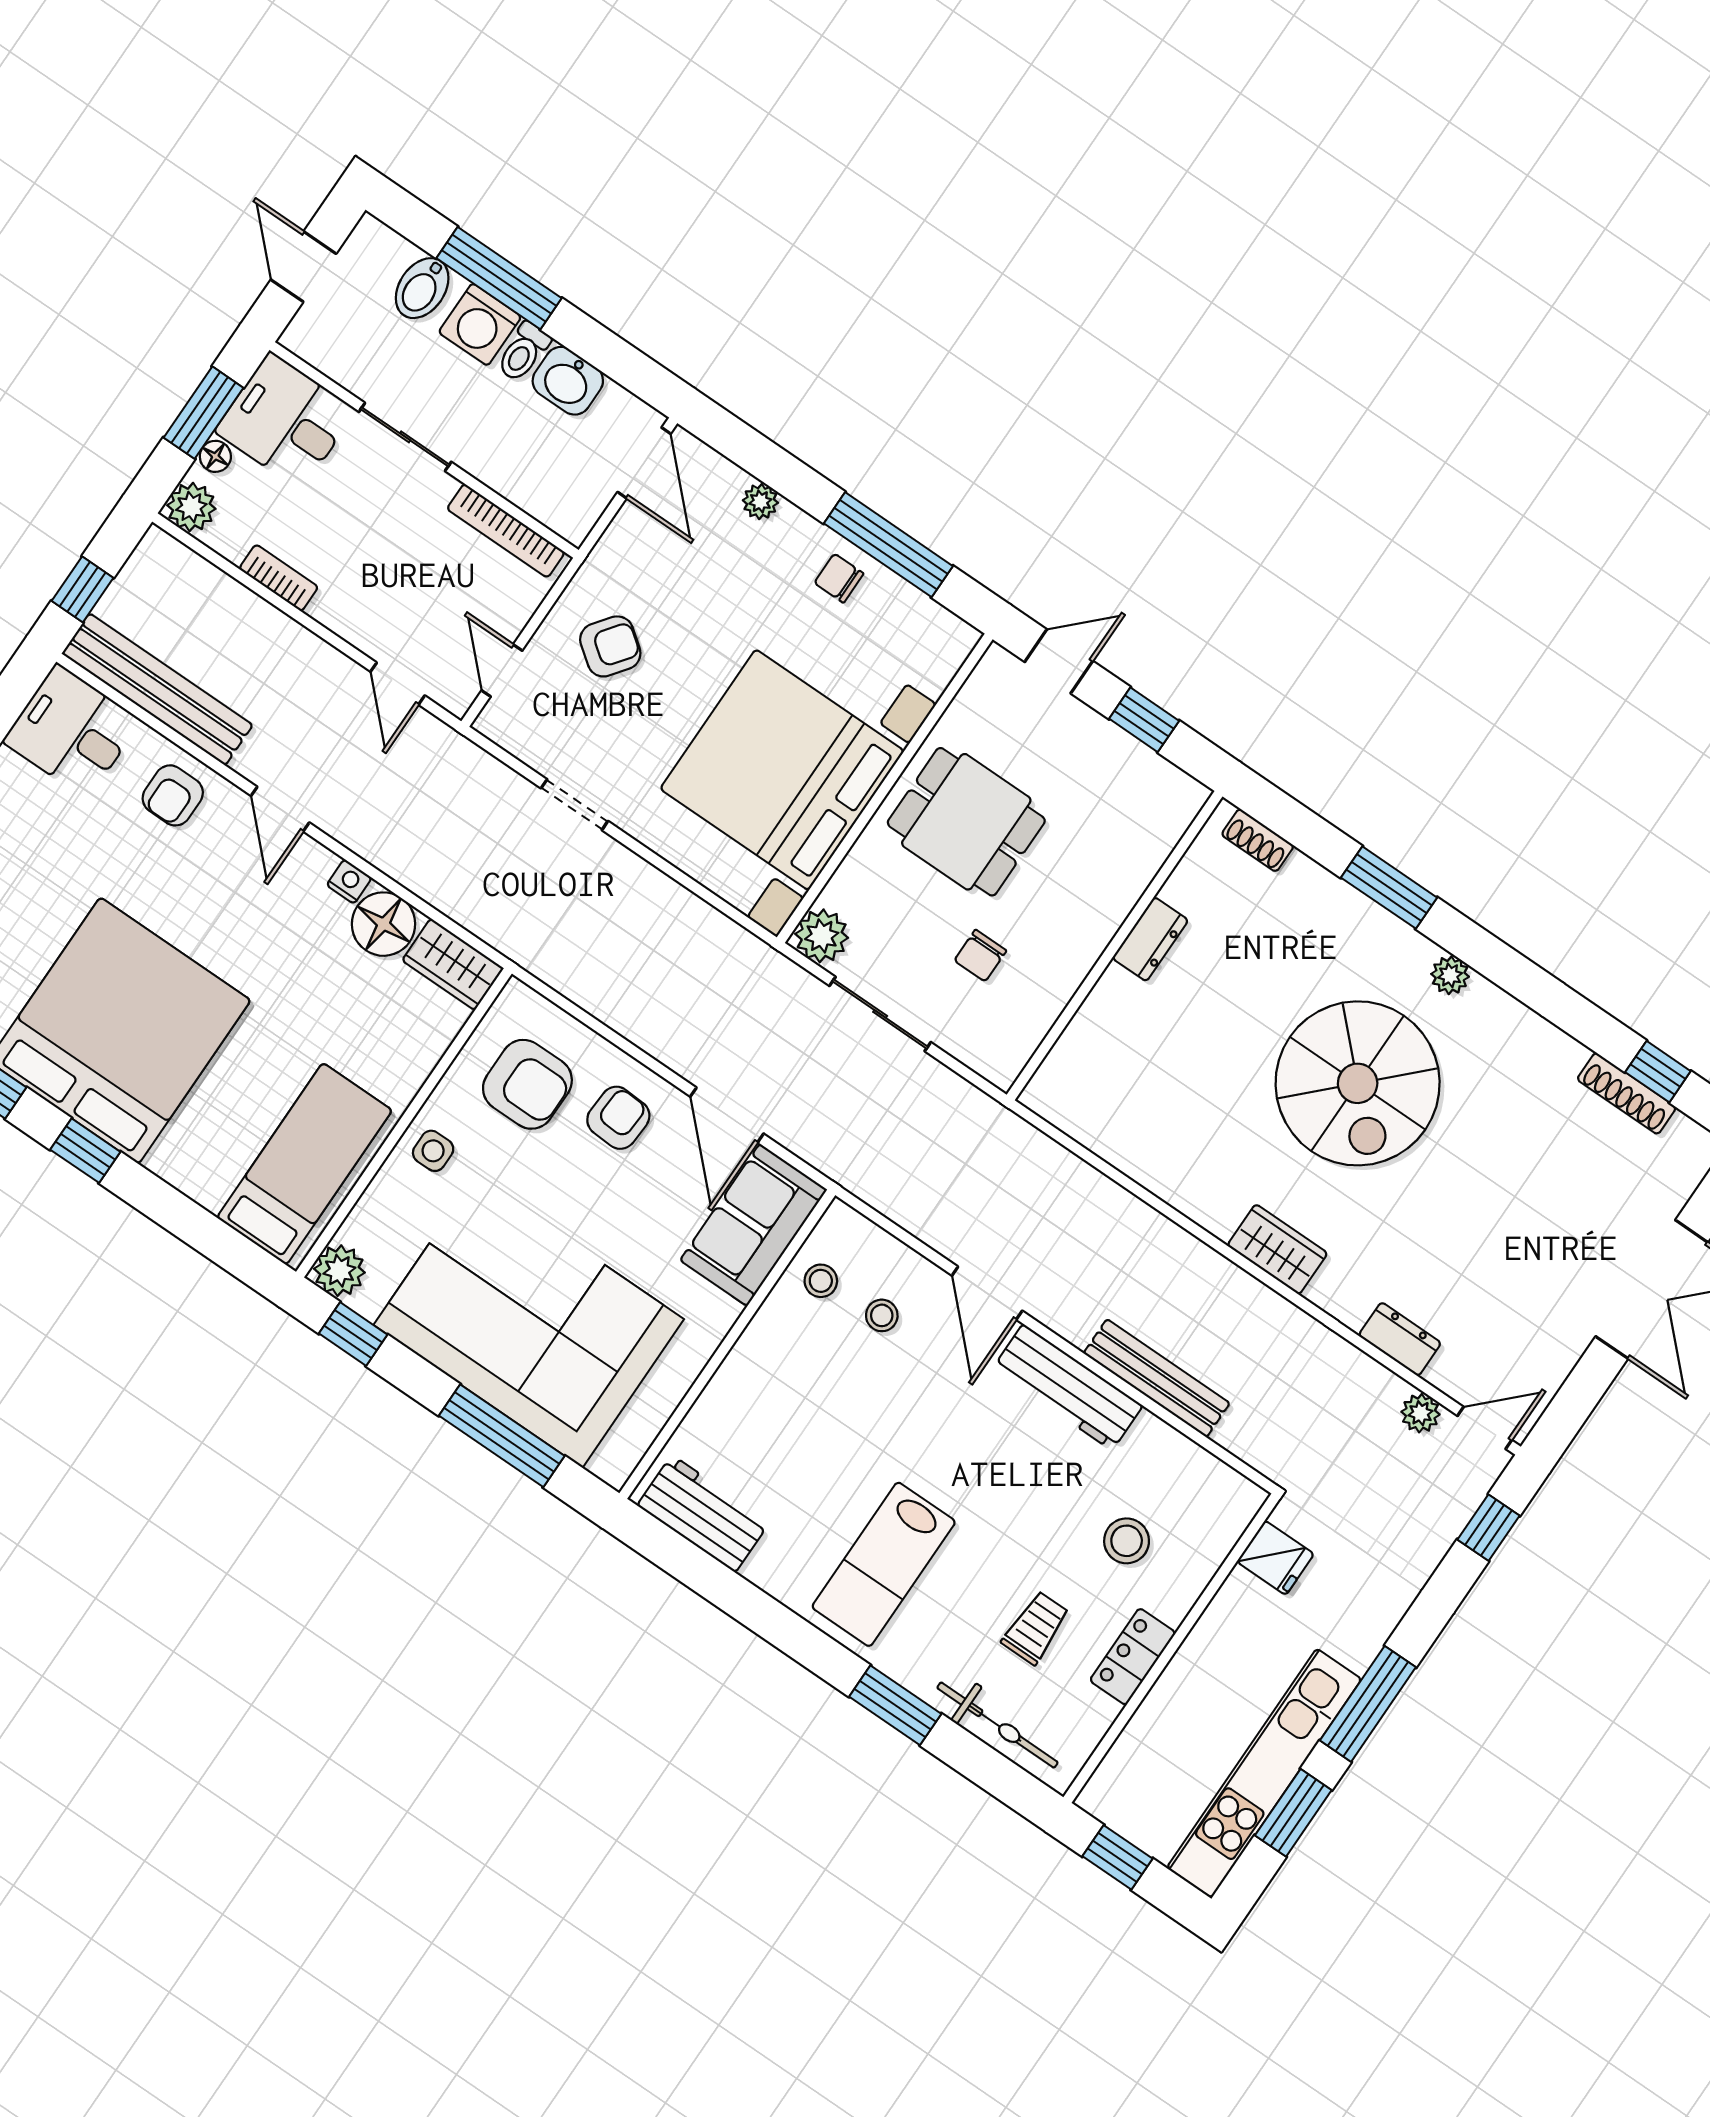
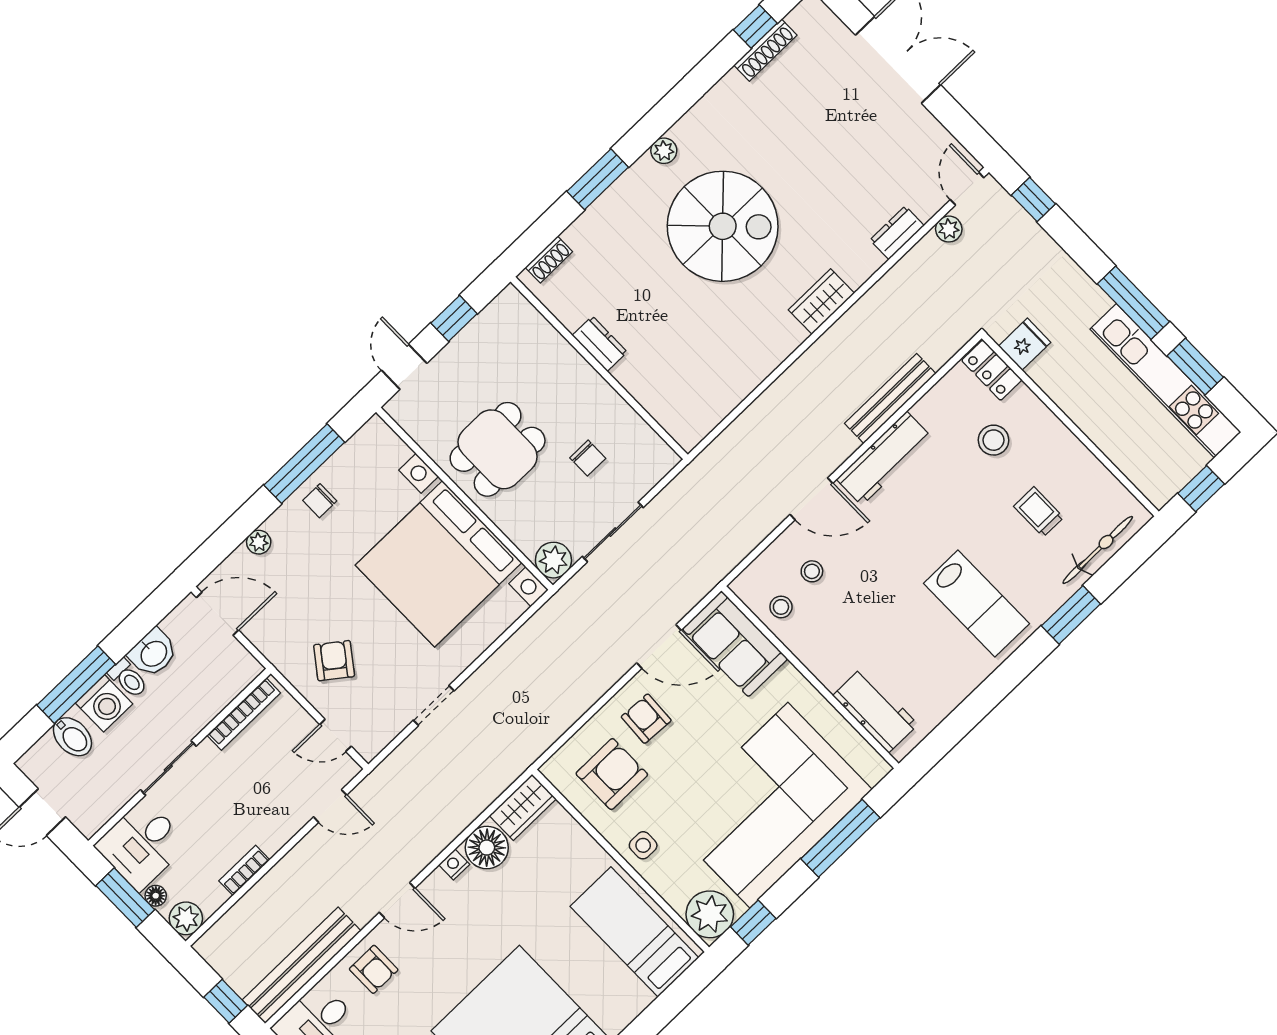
plant: (339, 1271) -> (710, 914), width x1.36, depth x1.36
workbench: (704, 1514) -> (875, 710), moved, turned 90
locker: (1133, 1657) -> (992, 370), moved

